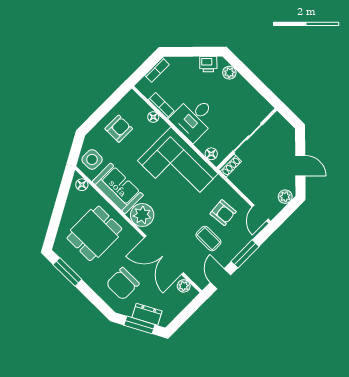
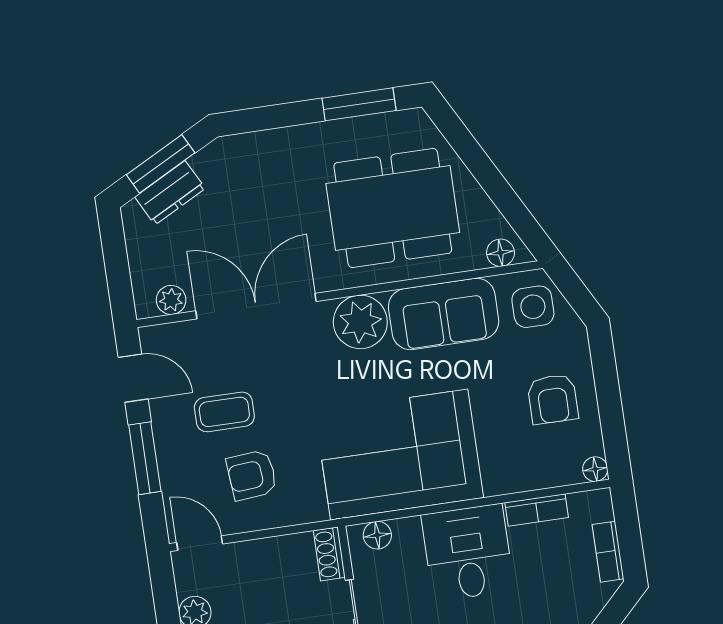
floor lamp: (153, 117) -> (595, 469), moved
dining table: (94, 233) -> (393, 208), width x1.38
chair: (123, 284) -> (260, 190), removed

